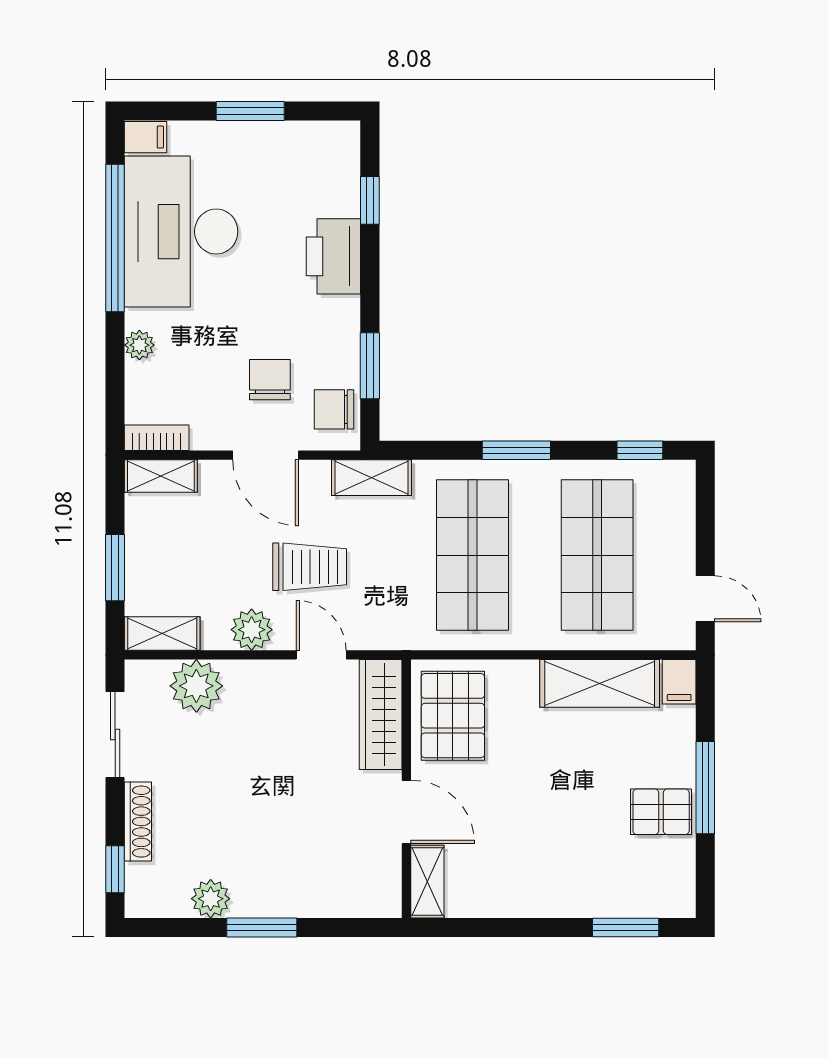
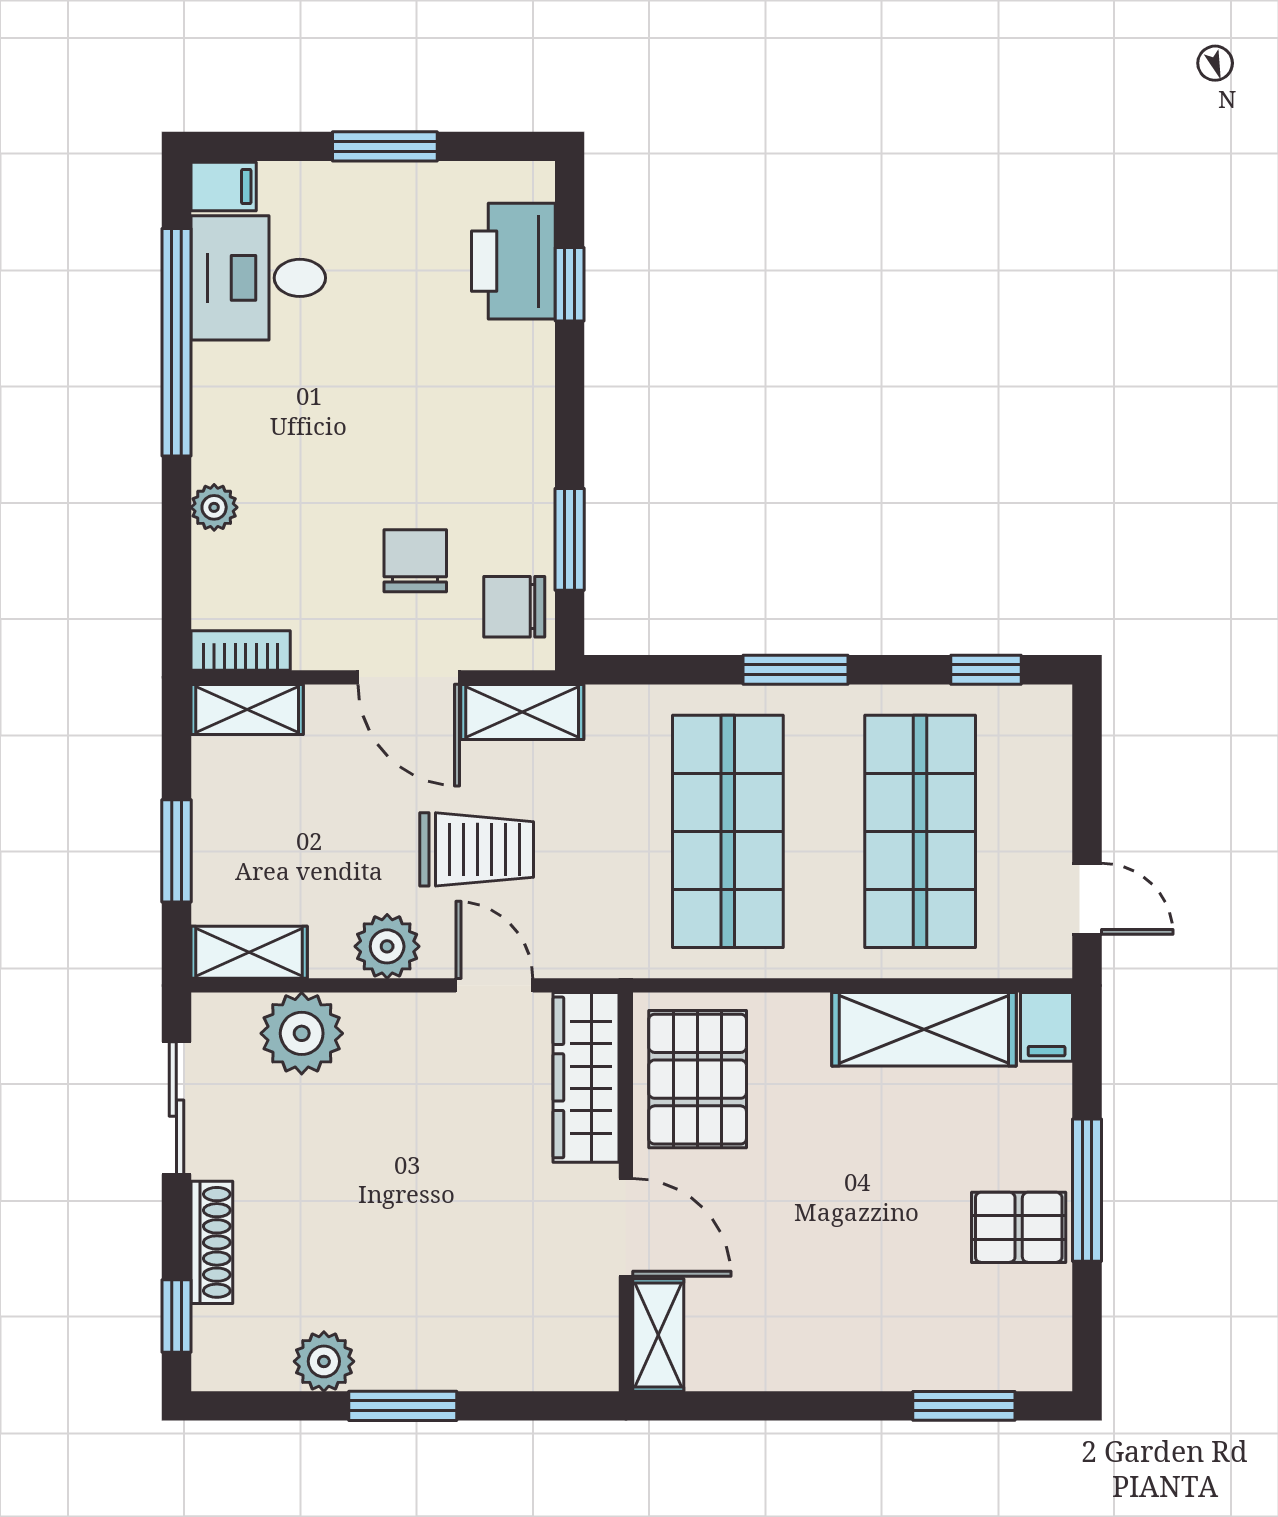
desk: (181, 232) -> (258, 278), width x0.53, depth x0.77
printer: (333, 256) -> (513, 261), moved
shelving: (371, 478) -> (522, 712), moved

